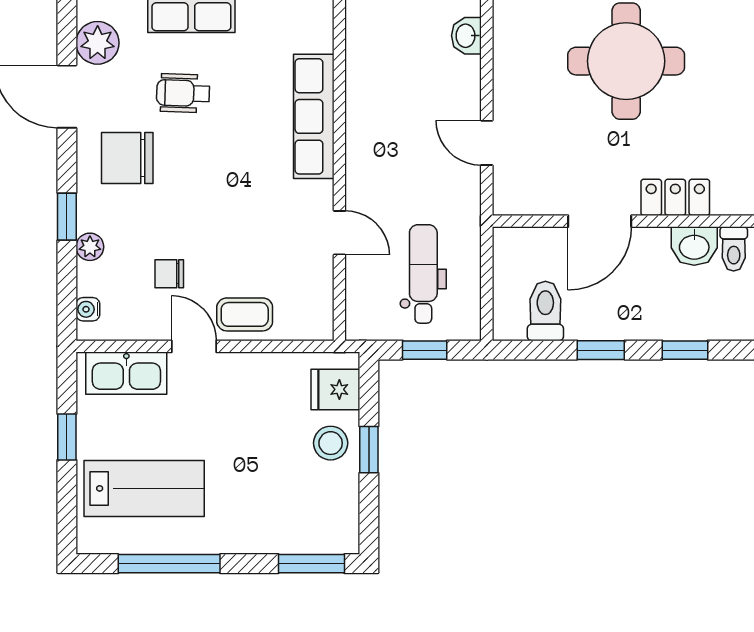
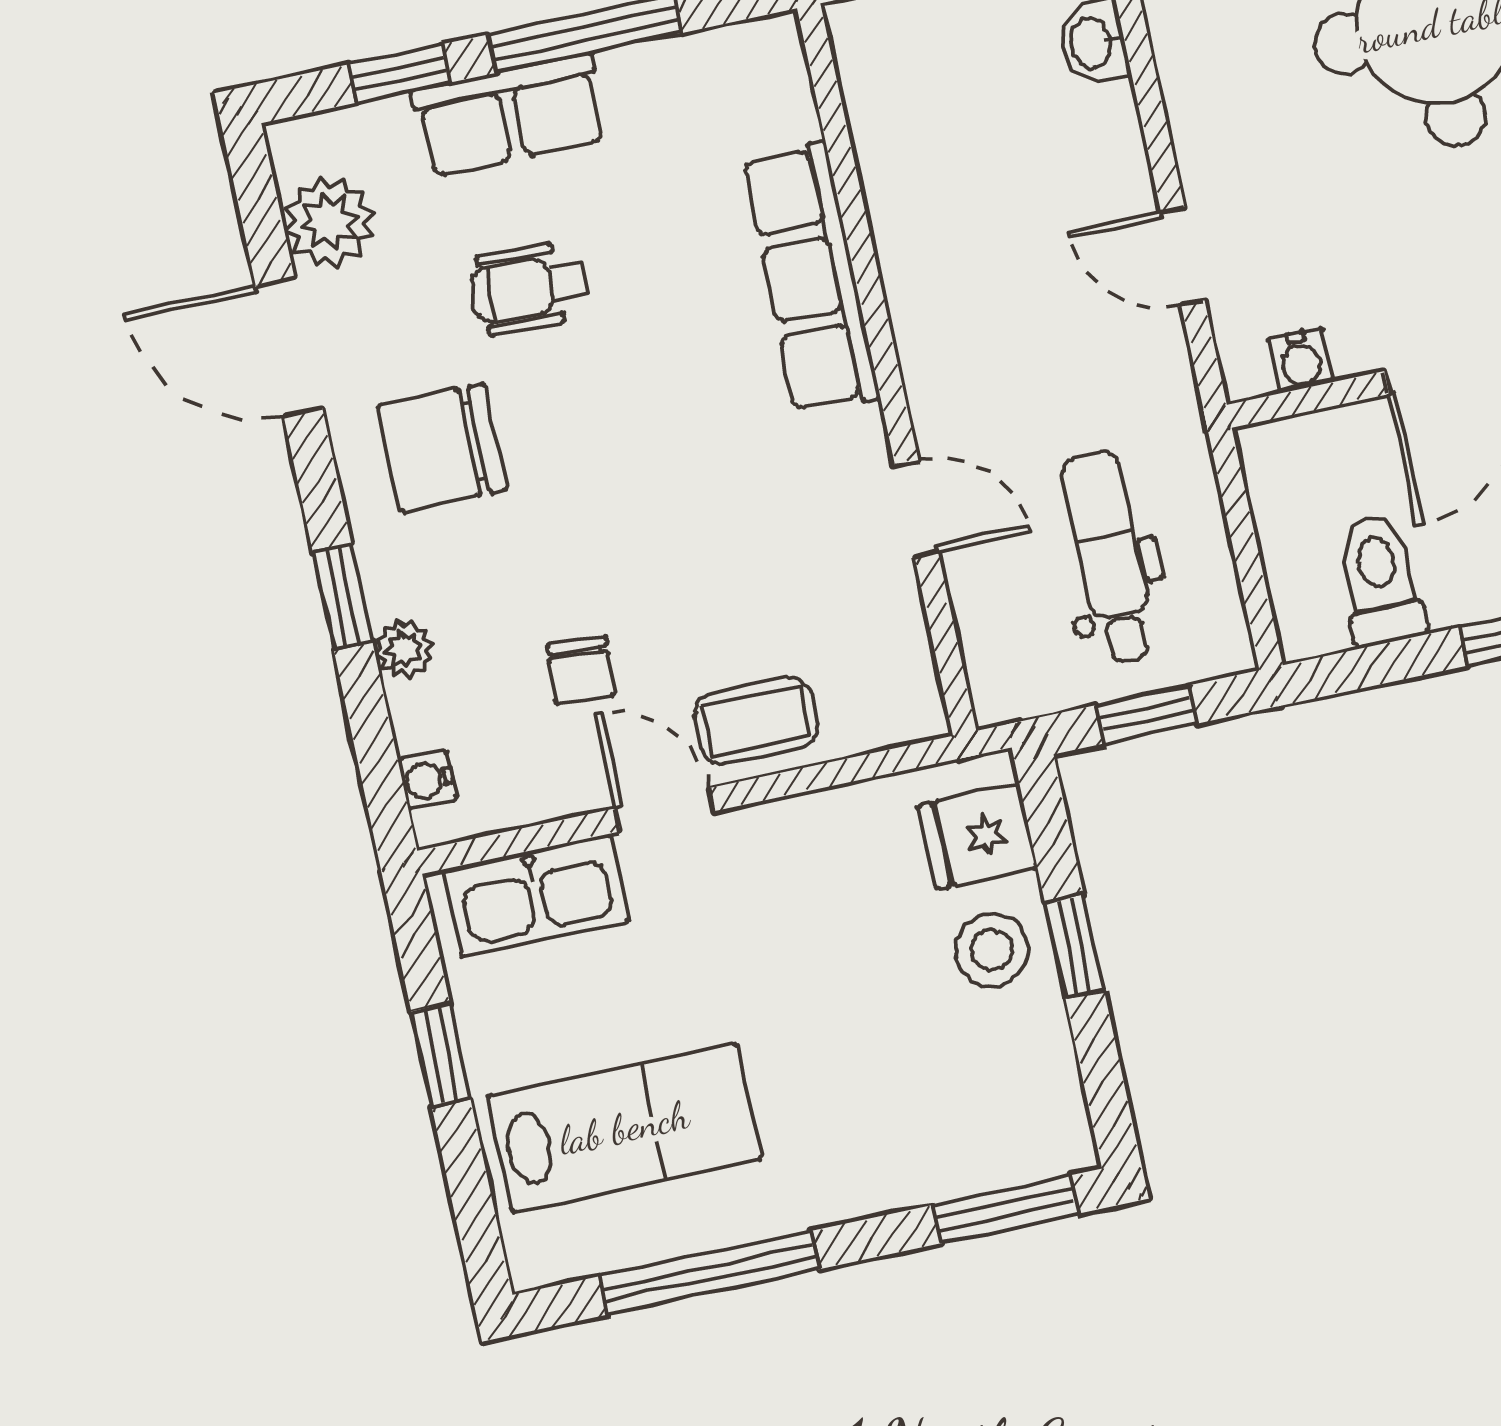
water cooler: (531, 203) -> (1301, 361), added
chair: (169, 274) -> (581, 670), turned -86

